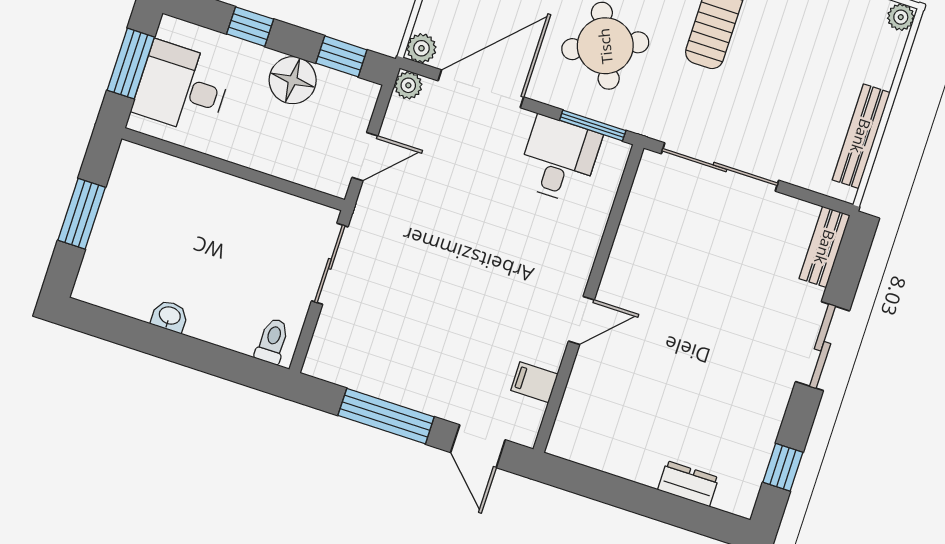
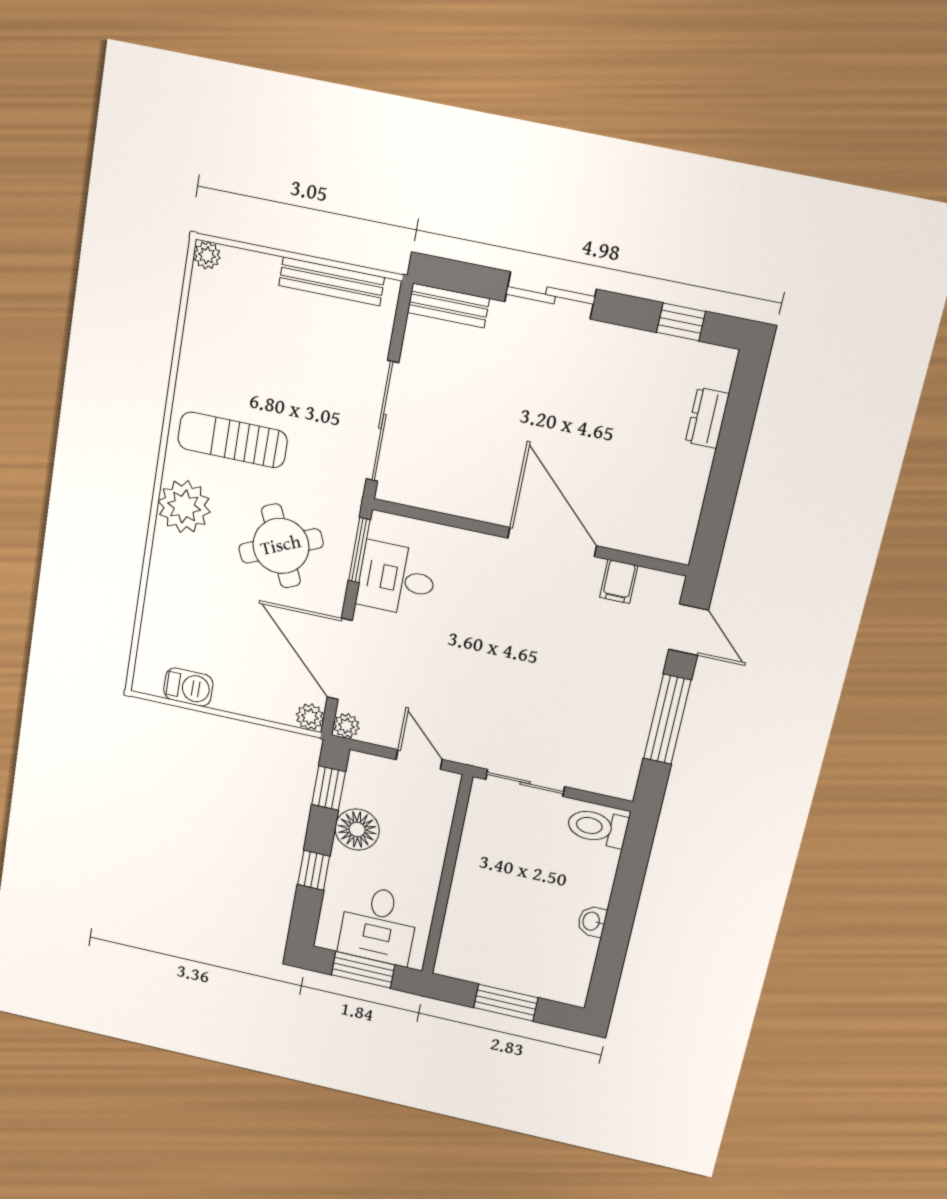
door: (581, 321) -> (552, 542), width x1.88
toilet: (272, 341) -> (597, 827), width x1.37, depth x1.39
door: (478, 446) -> (689, 630), hinge flipped

